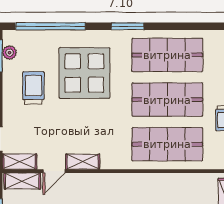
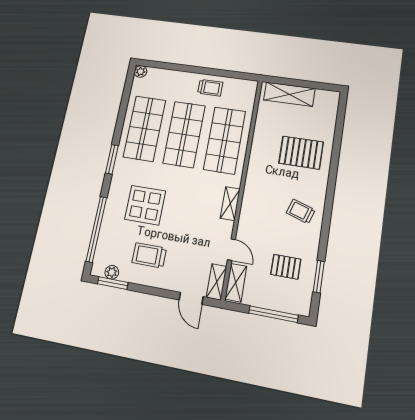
display table: (84, 73) -> (145, 205), width x0.73, depth x0.73
shelving: (83, 162) -> (230, 204), moved

